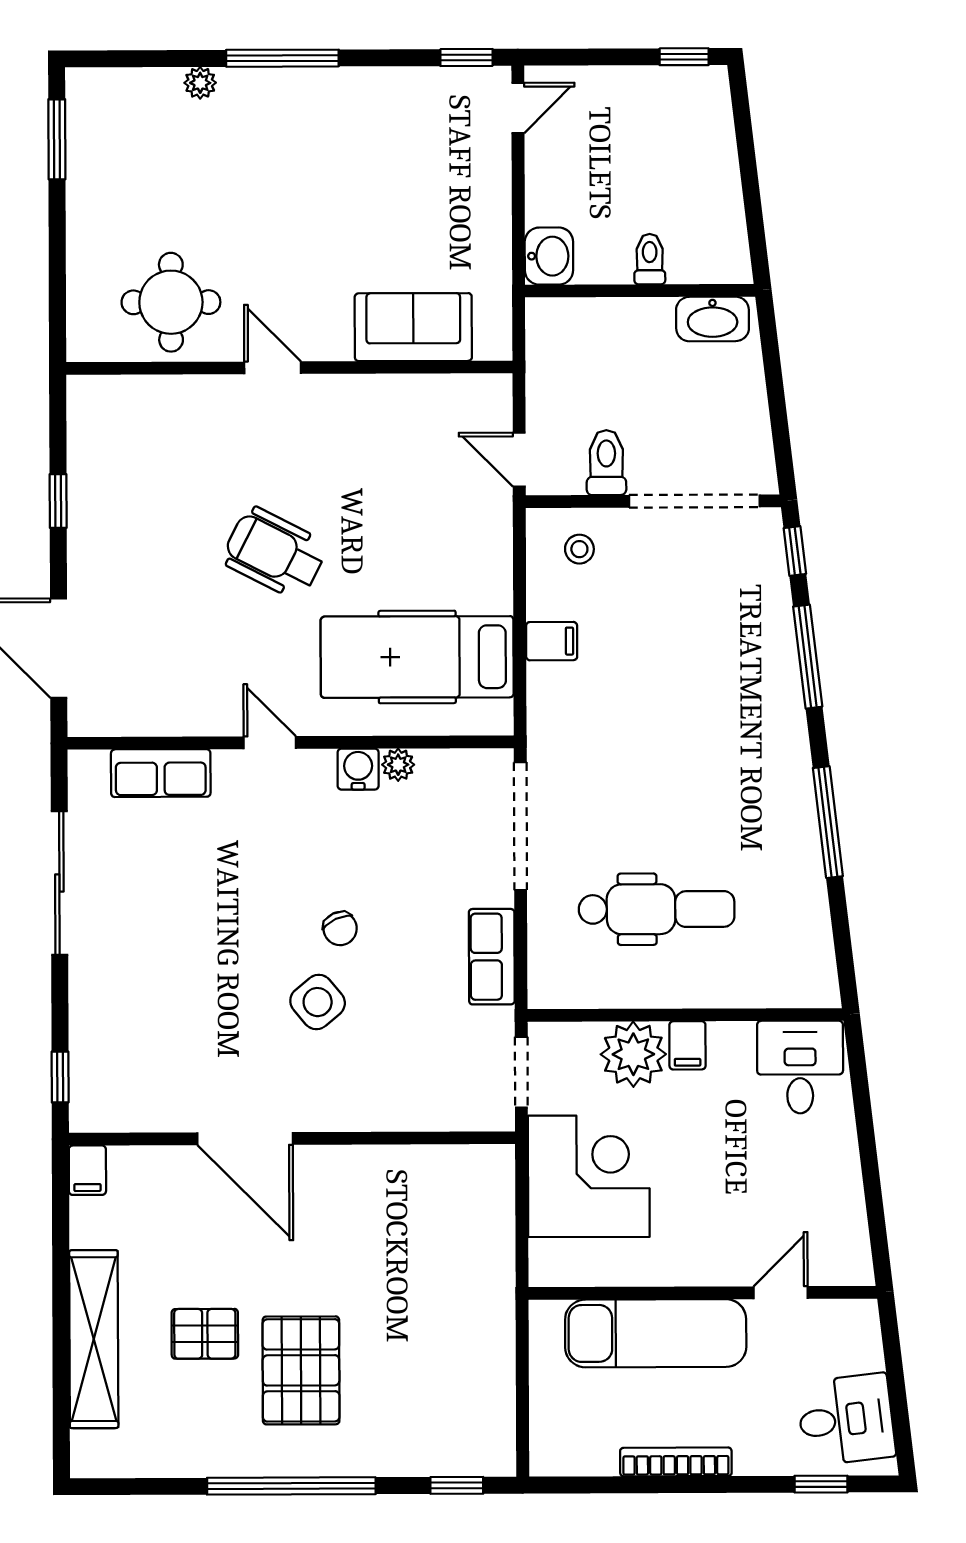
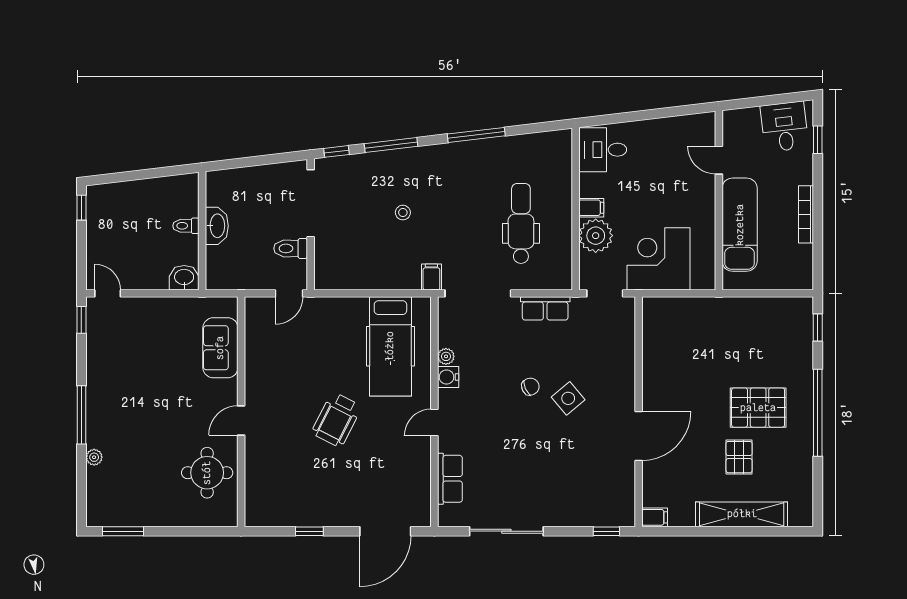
washbasin: (713, 319) -> (217, 226), moved
stool: (579, 549) -> (403, 213), moved
filing cabinet: (552, 641) -> (431, 277), moved

